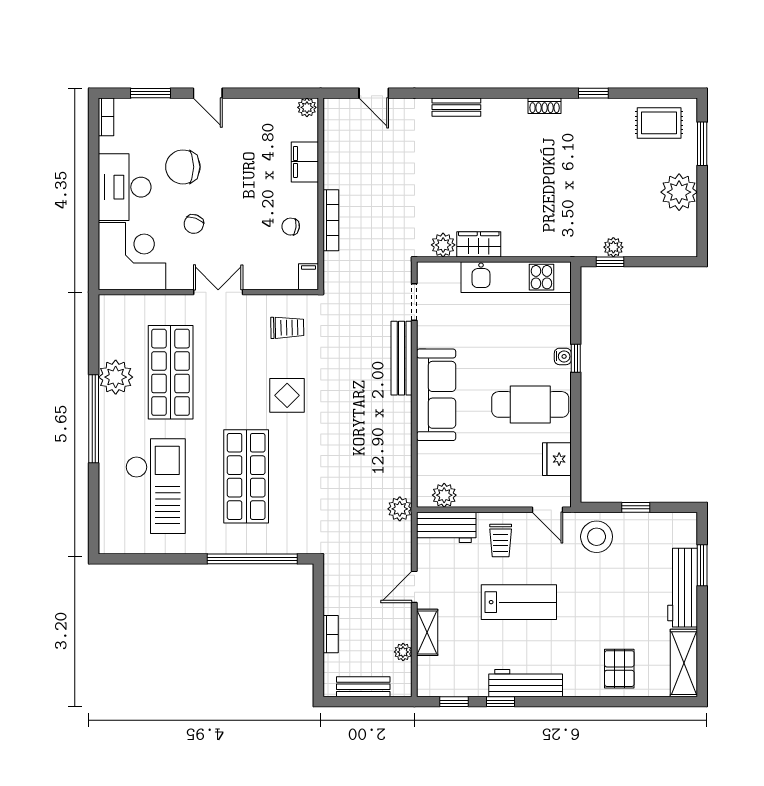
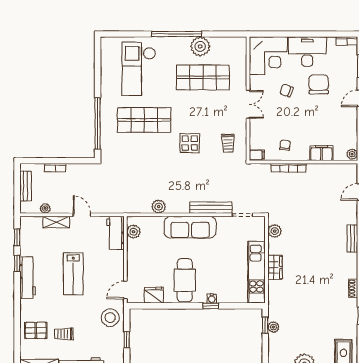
wardrobe: (479, 244) -> (275, 267), moved
checkout: (155, 486) -> (139, 69), turned 90
plant: (400, 509) -> (159, 207), moved
trolley: (501, 541) -> (64, 334), moved

